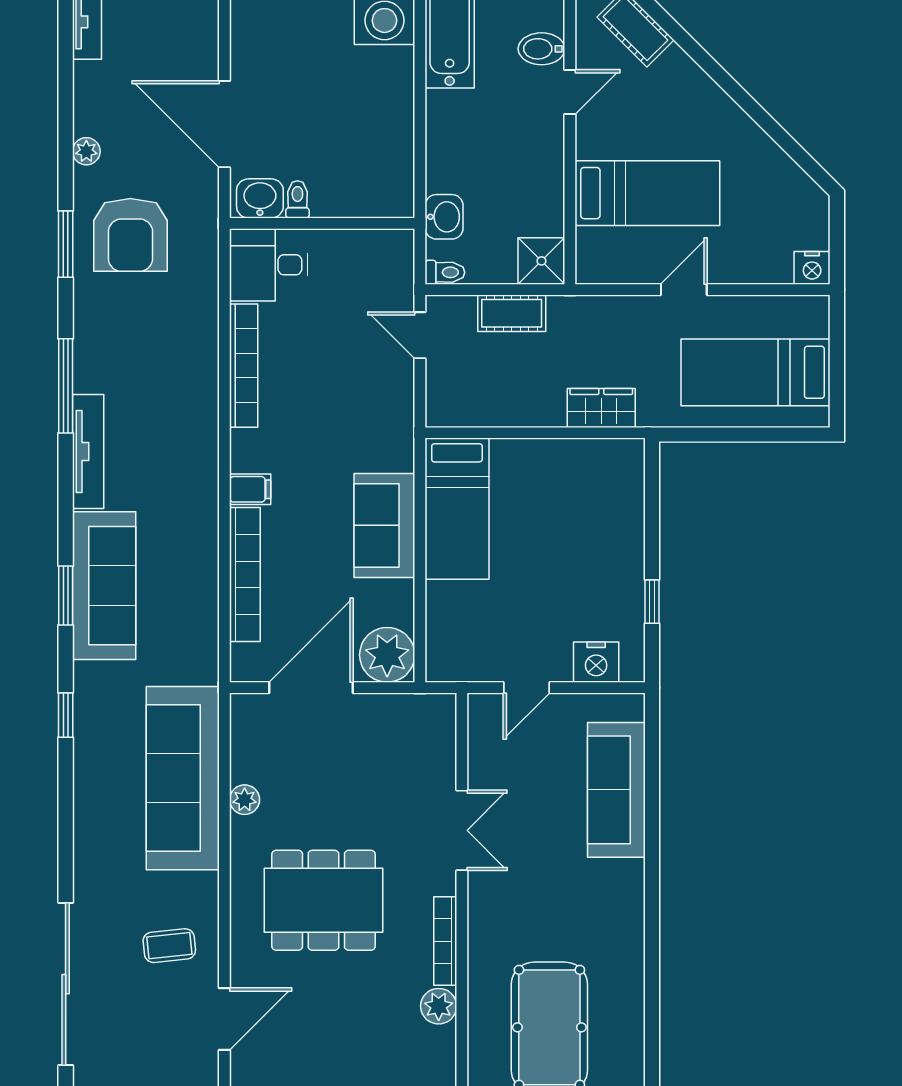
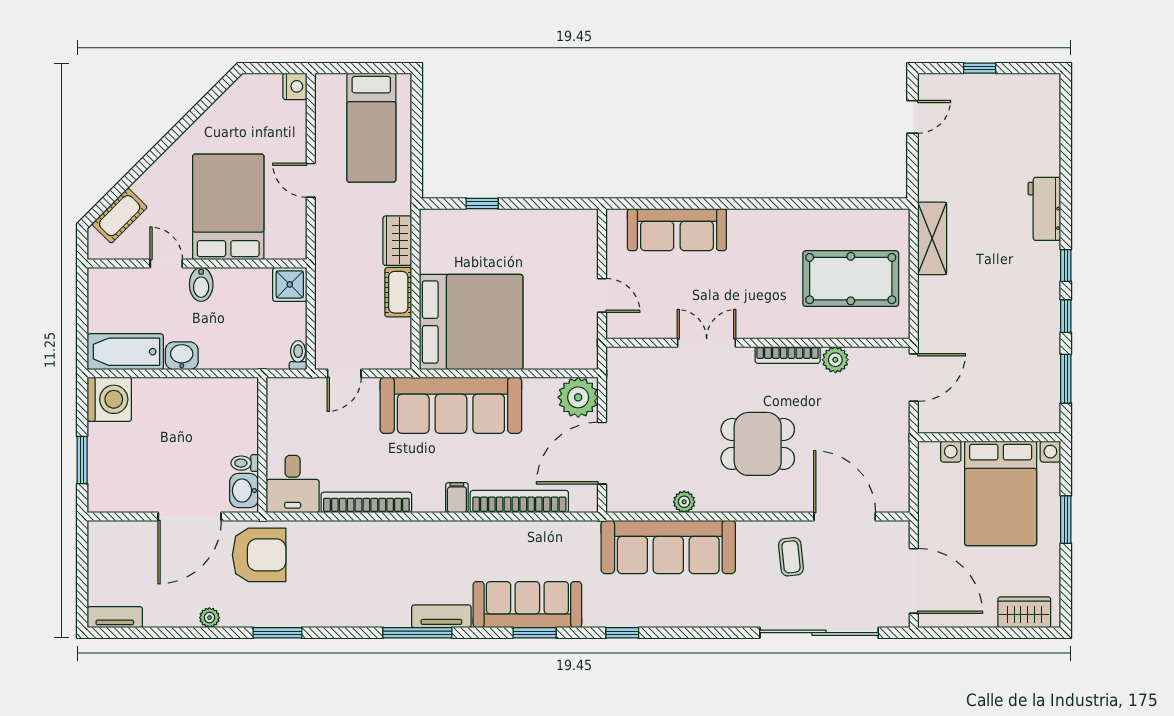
bidet: (541, 49) -> (201, 284), moved
bed: (647, 193) -> (228, 207), width x1.50
washbasin: (444, 217) -> (182, 356), moved
armchair: (130, 235) -> (259, 555), moved
cot: (512, 313) -> (398, 292), moved
window: (66, 386) -> (417, 633), moved
tv unit: (88, 452) -> (441, 616), width x0.71
bed: (457, 509) -> (471, 322), width x2.04
sofa: (384, 525) -> (451, 405), width x1.85, depth x1.27
window: (652, 602) -> (482, 204), moved
nightstand: (596, 662) -> (583, 244), removed
door: (311, 688) -> (602, 453), hinge flipped
dining table: (323, 900) -> (758, 444), width x0.73
door: (224, 1019) -> (845, 516), width x1.36

